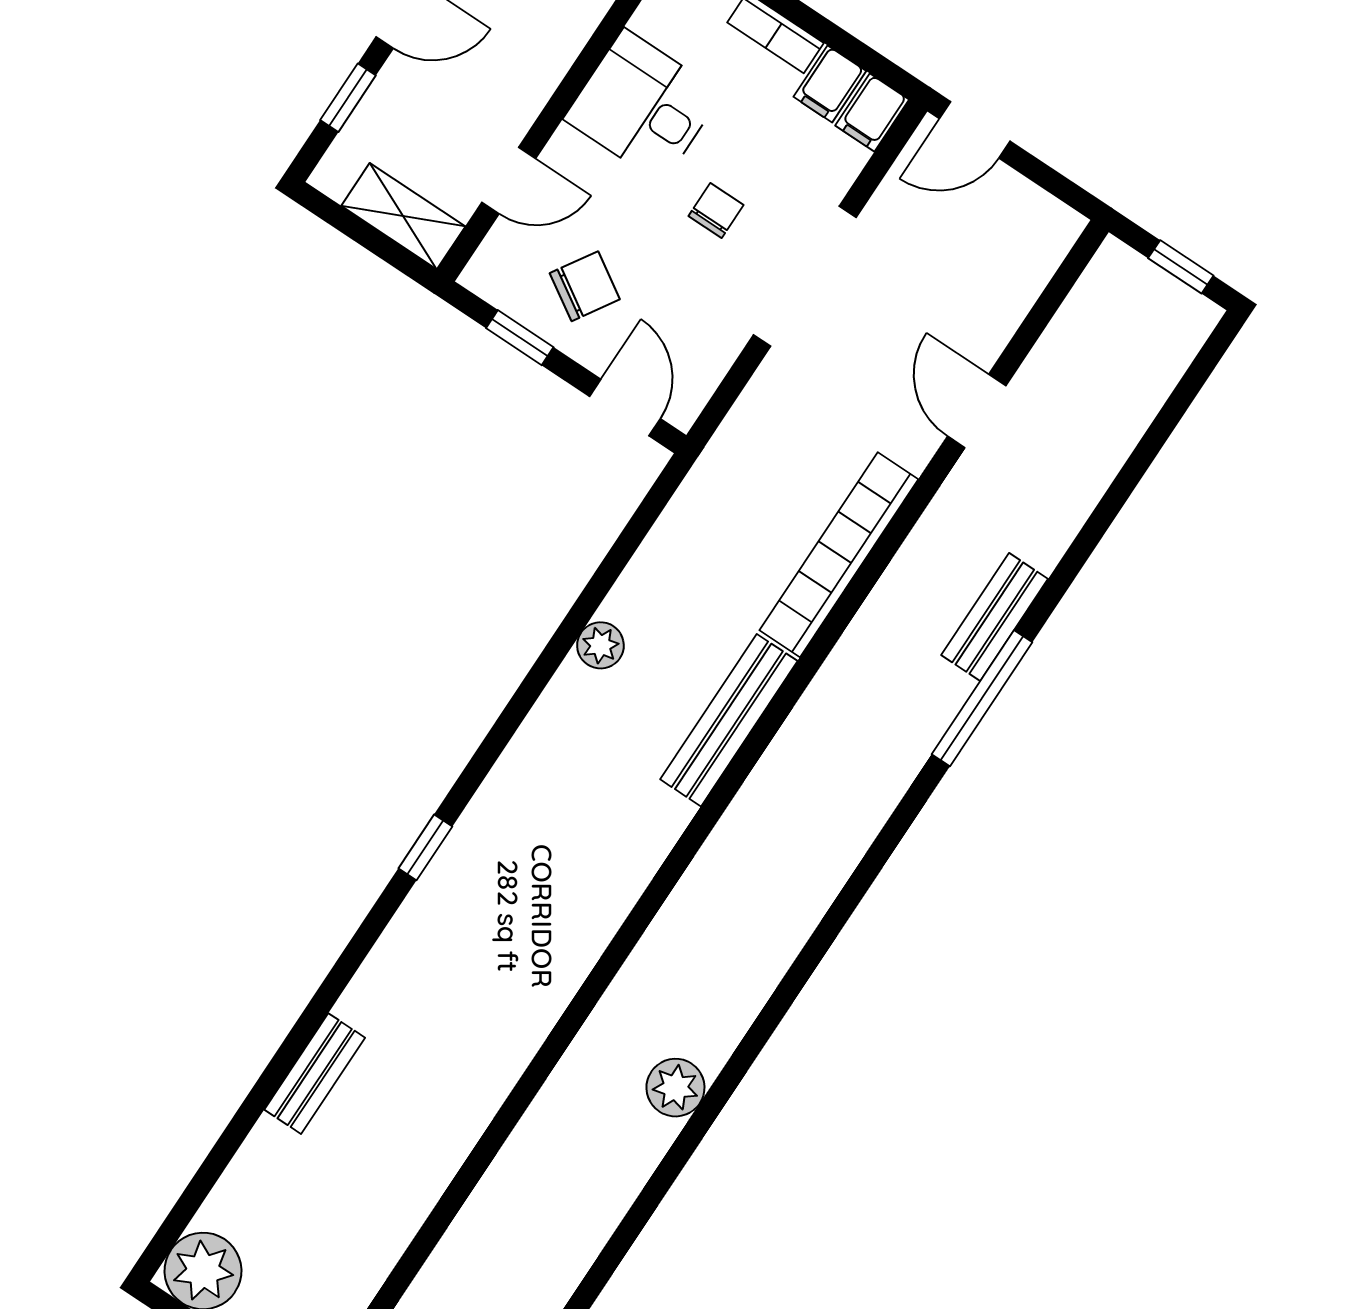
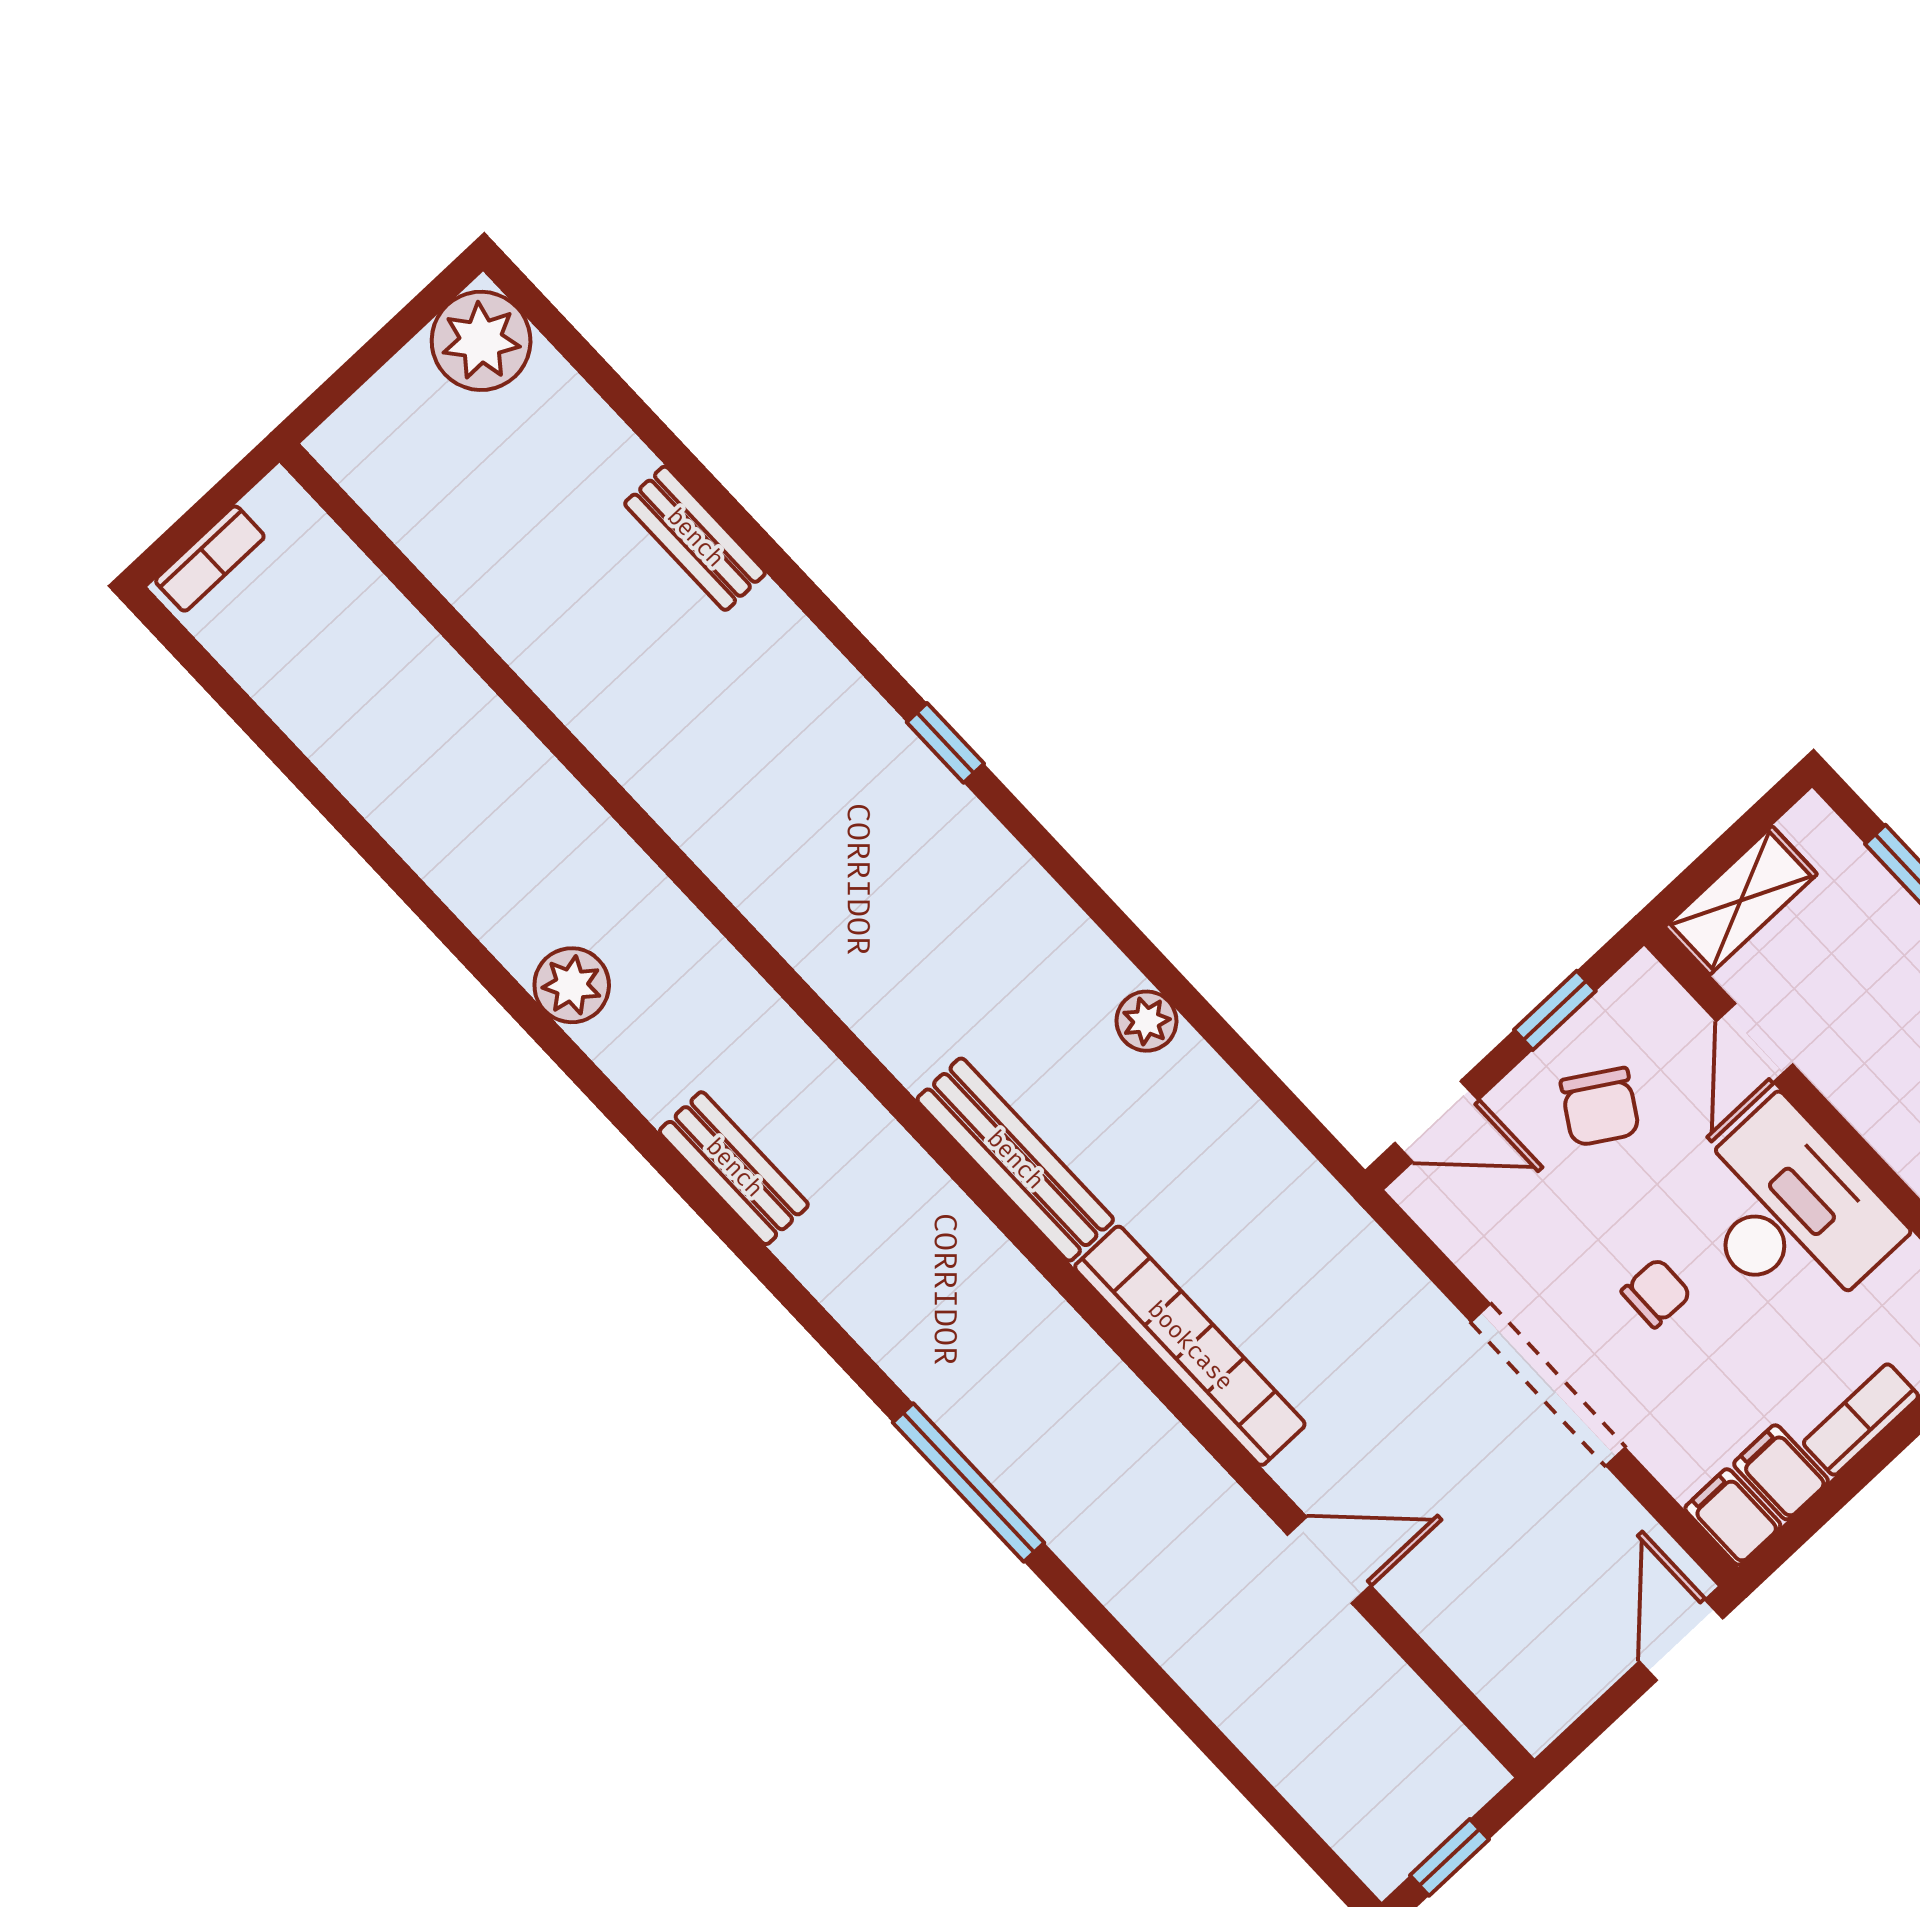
desk: (643, 106) -> (1790, 1213), width x1.37
chair: (716, 210) -> (1656, 1293), turned -89
bench: (995, 617) -> (734, 1168), moved

